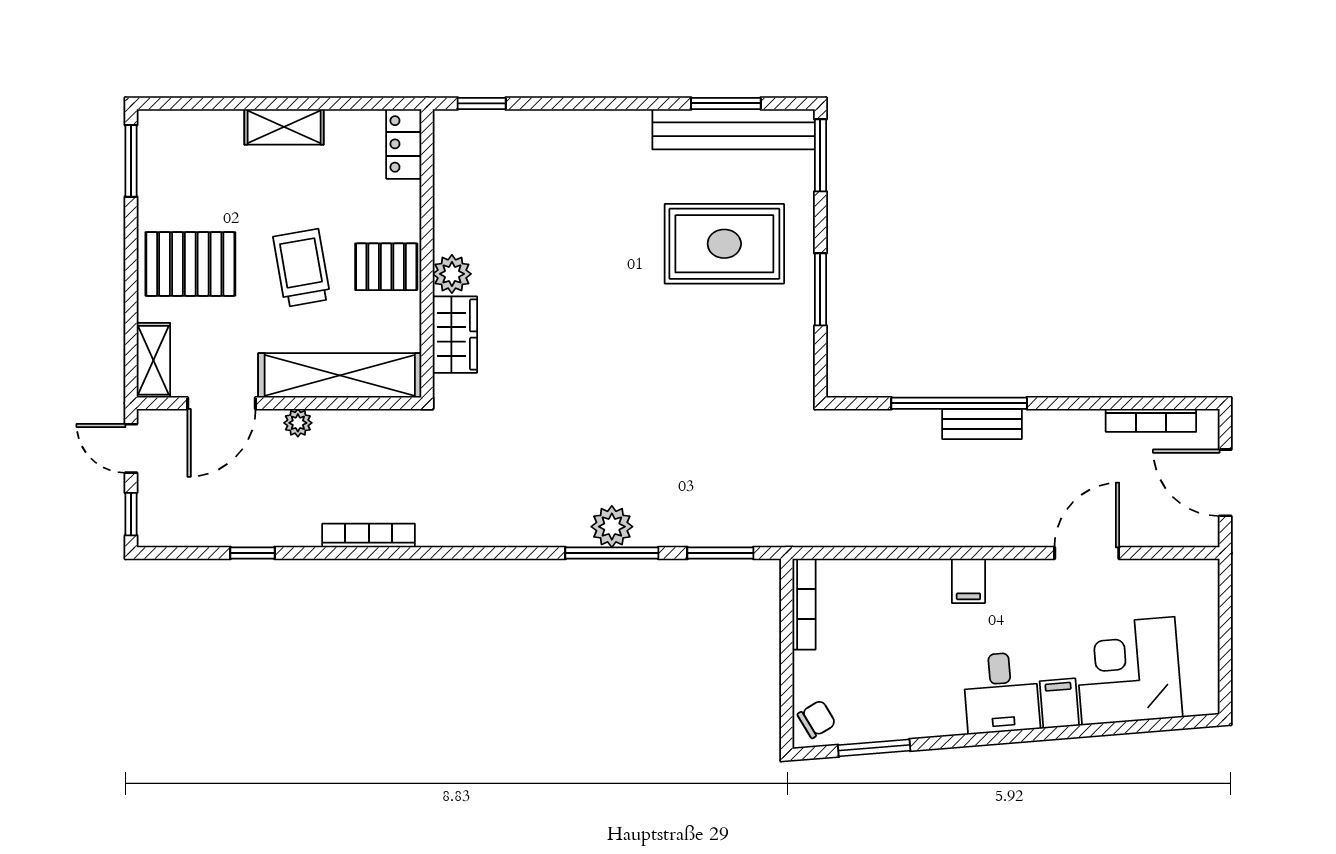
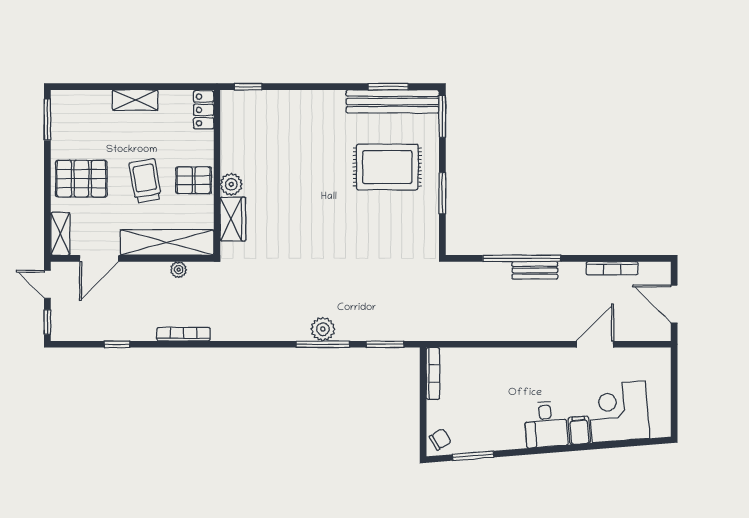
bookcase: (1151, 420) -> (612, 268), moved
plant: (298, 423) -> (179, 270), moved
filing cabinet: (968, 581) -> (527, 360), removed

